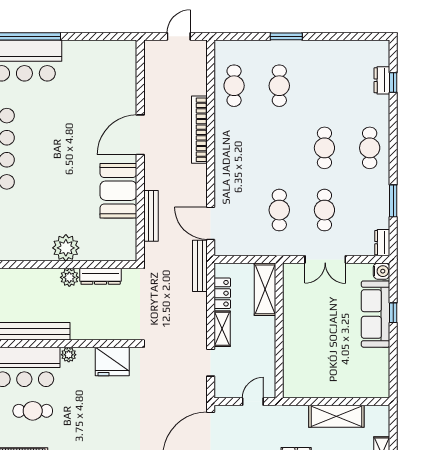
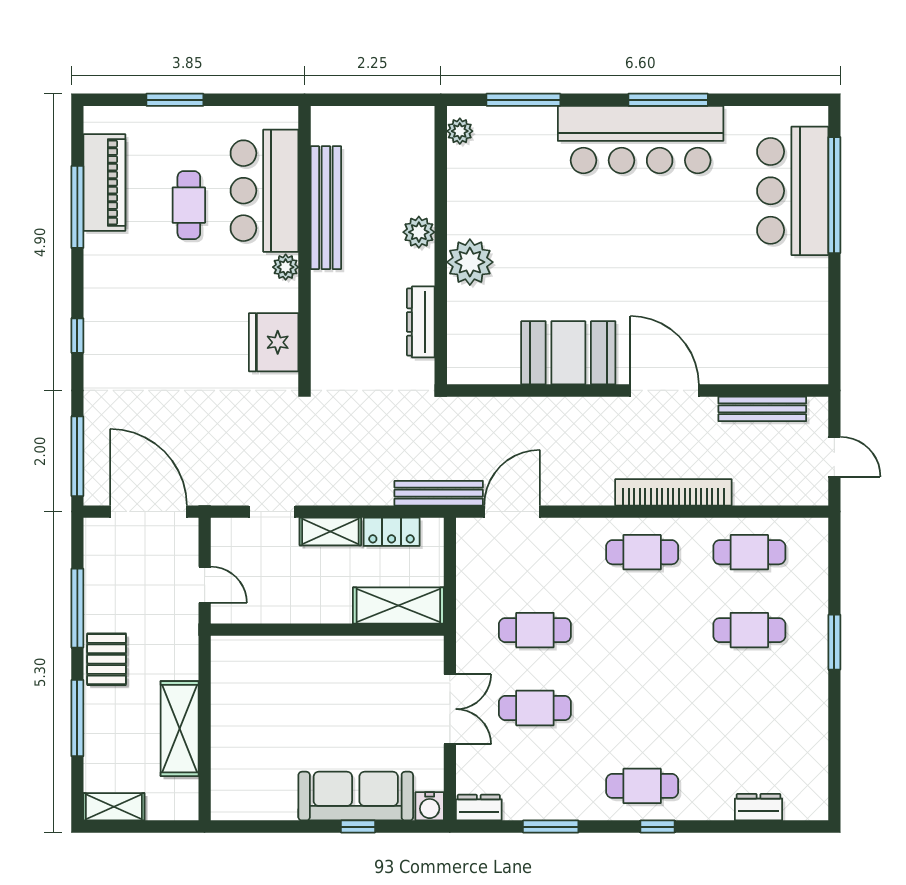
window: (393, 83) -> (658, 827), moved
cafe table: (324, 148) -> (642, 552), moved
bench: (151, 216) -> (762, 409), moved
double door: (325, 259) -> (450, 709), swing flipped
plant: (69, 277) -> (419, 232), moved

